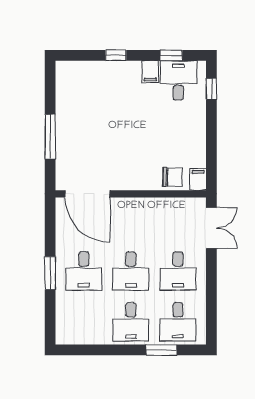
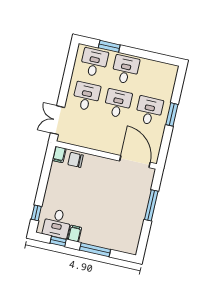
window: (116, 55) -> (95, 250), width x2.17

